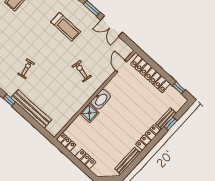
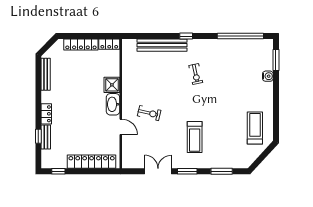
treadmill: (66, 27) -> (195, 137), turned -90
door: (121, 66) -> (121, 127), moved
locker: (148, 137) -> (46, 114), width x0.66
locker: (85, 159) -> (81, 45), width x1.53

